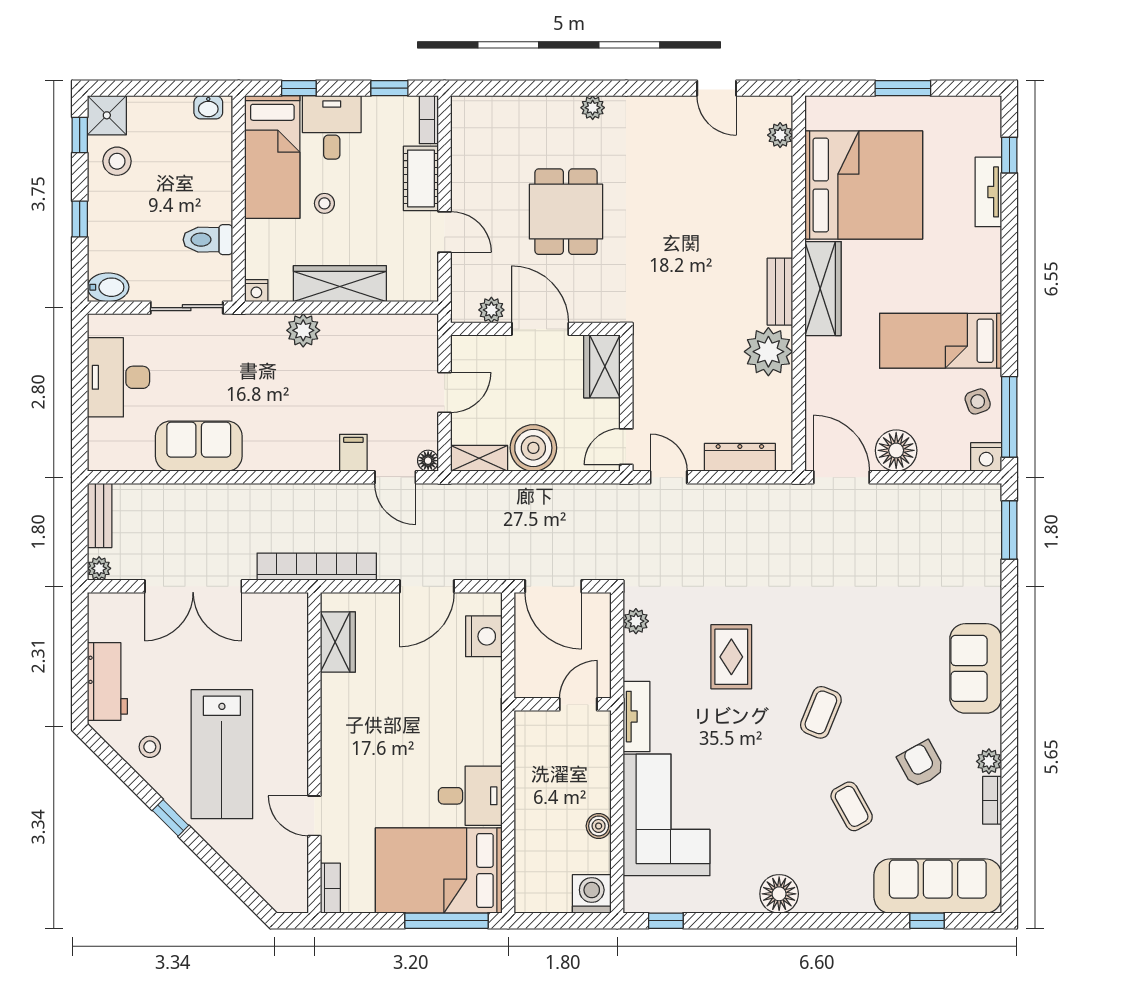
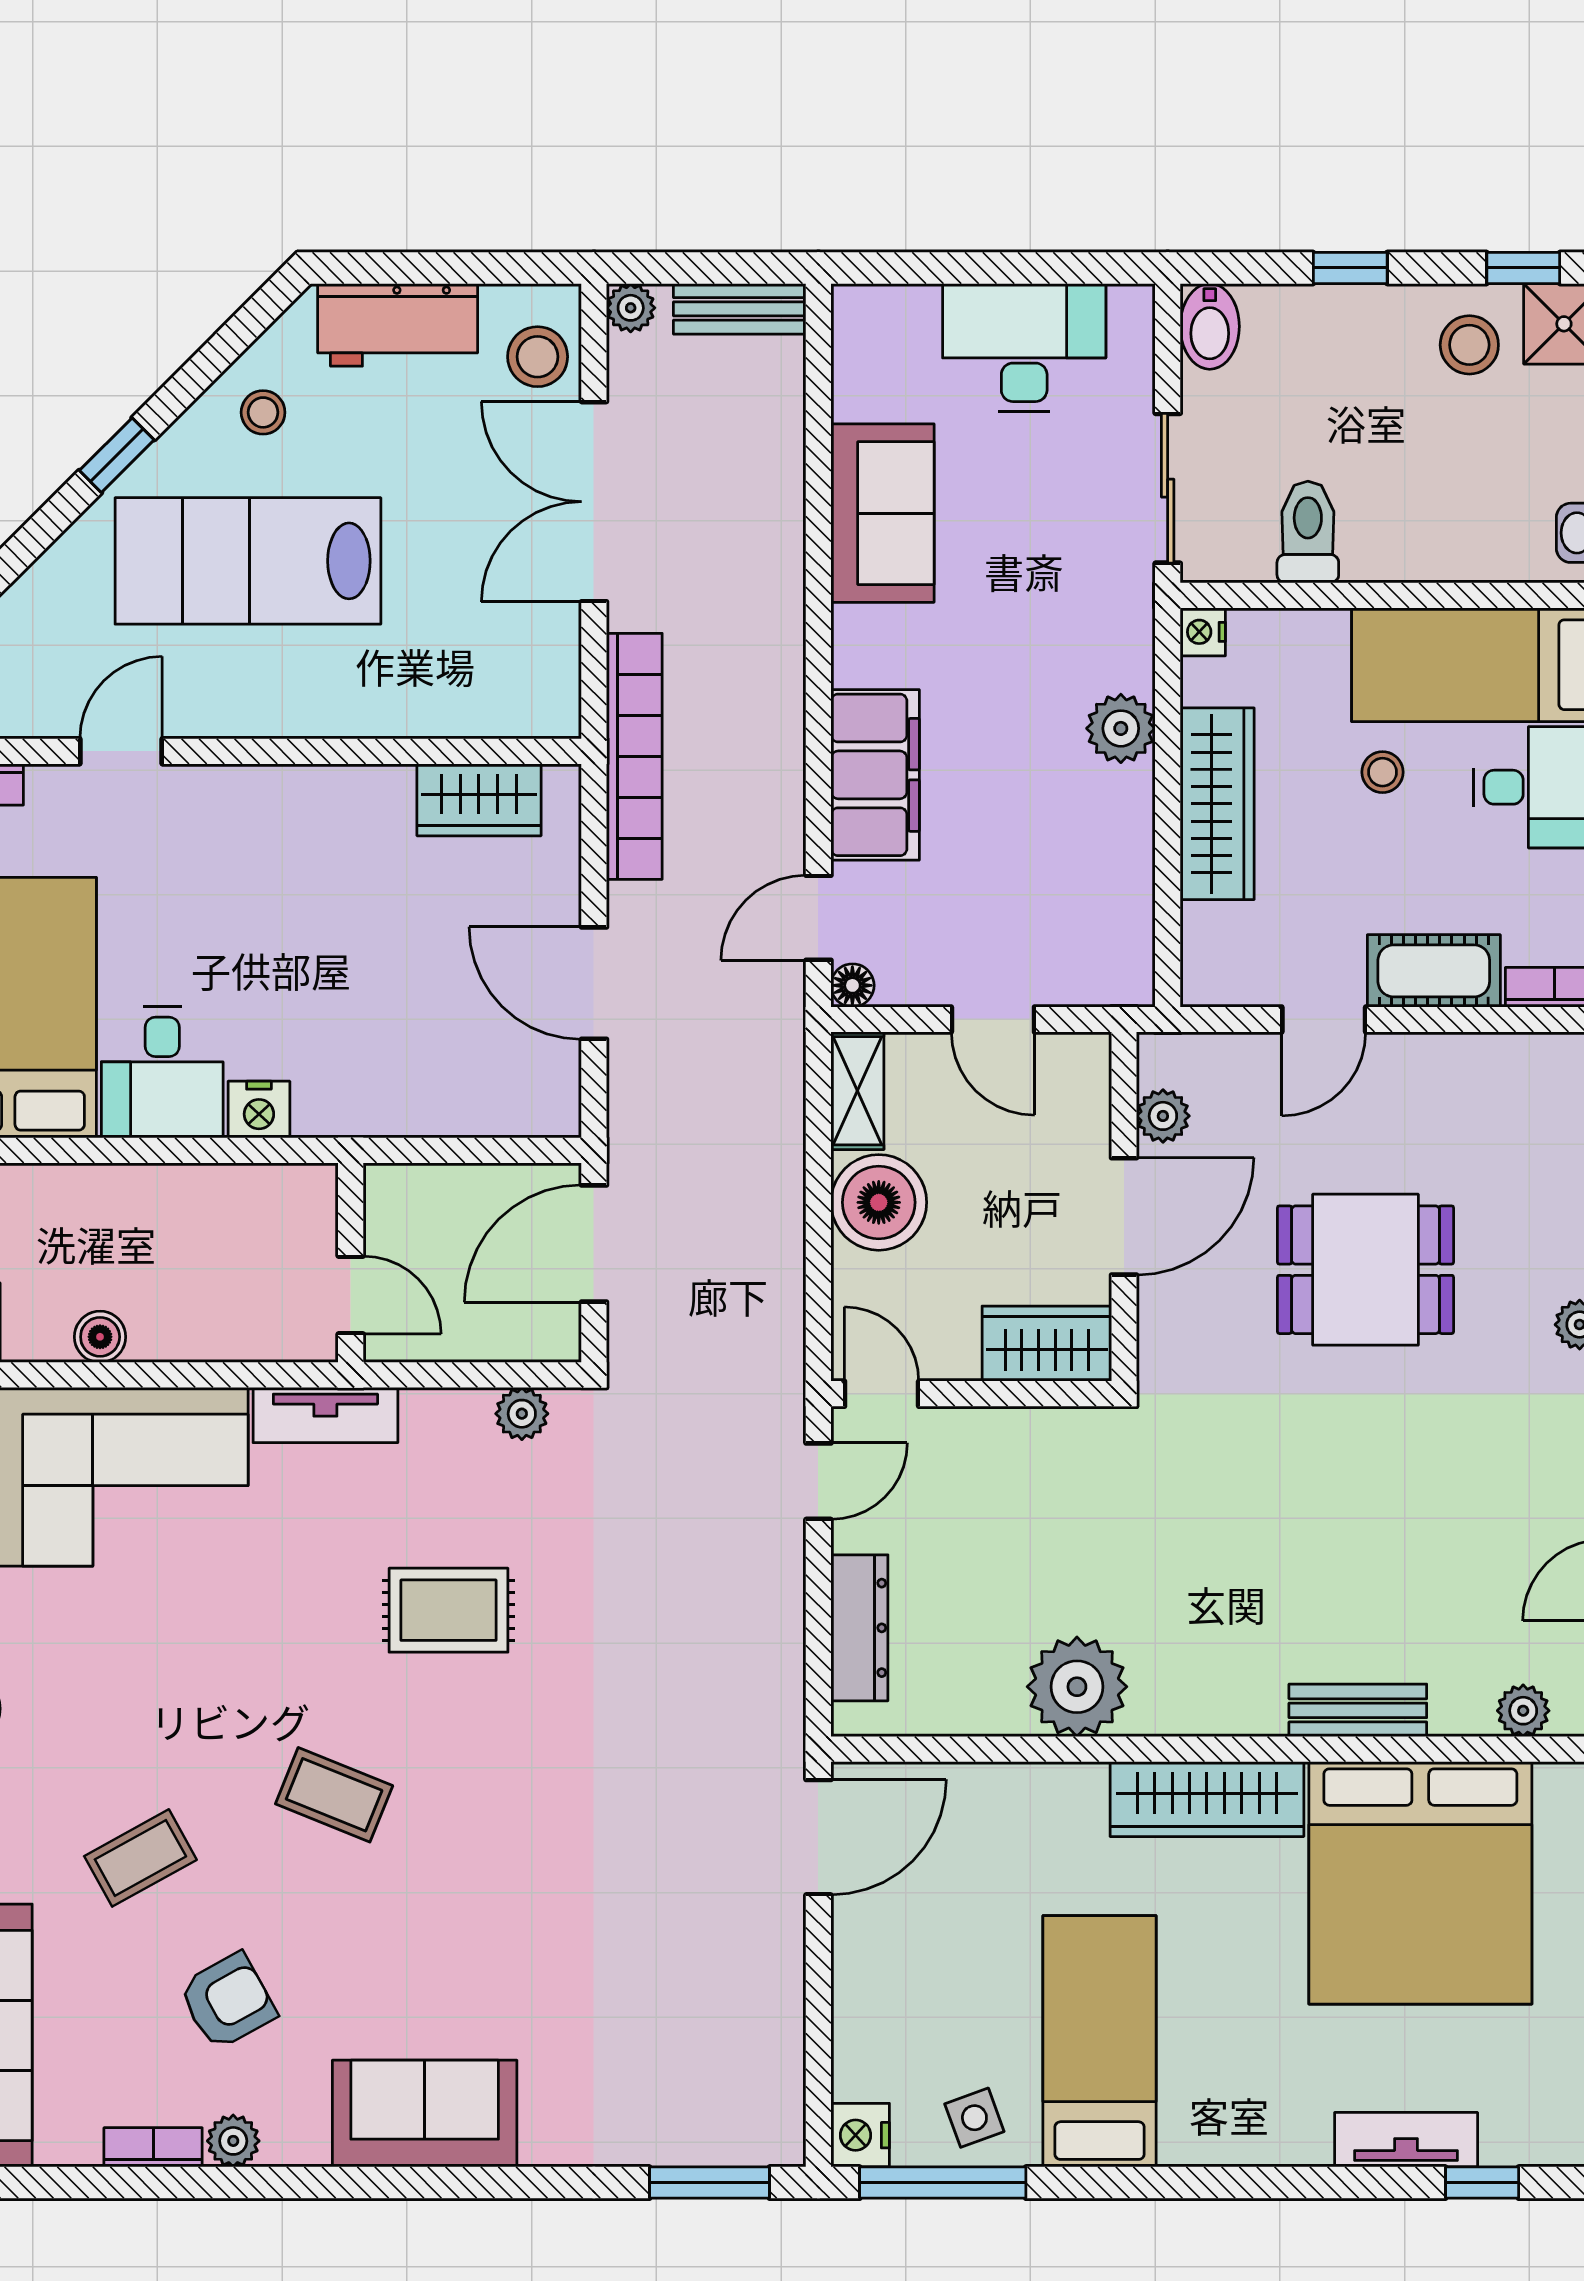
bench: (780, 292) -> (1358, 1710), moved
floor lamp: (896, 450) -> (873, 1950), removed
filing cabinet: (353, 453) -> (875, 775), width x3.00, depth x1.17
stool: (123, 614) -> (538, 357), added
nightstand: (484, 636) -> (259, 1110), moved, width x0.74, depth x0.75

